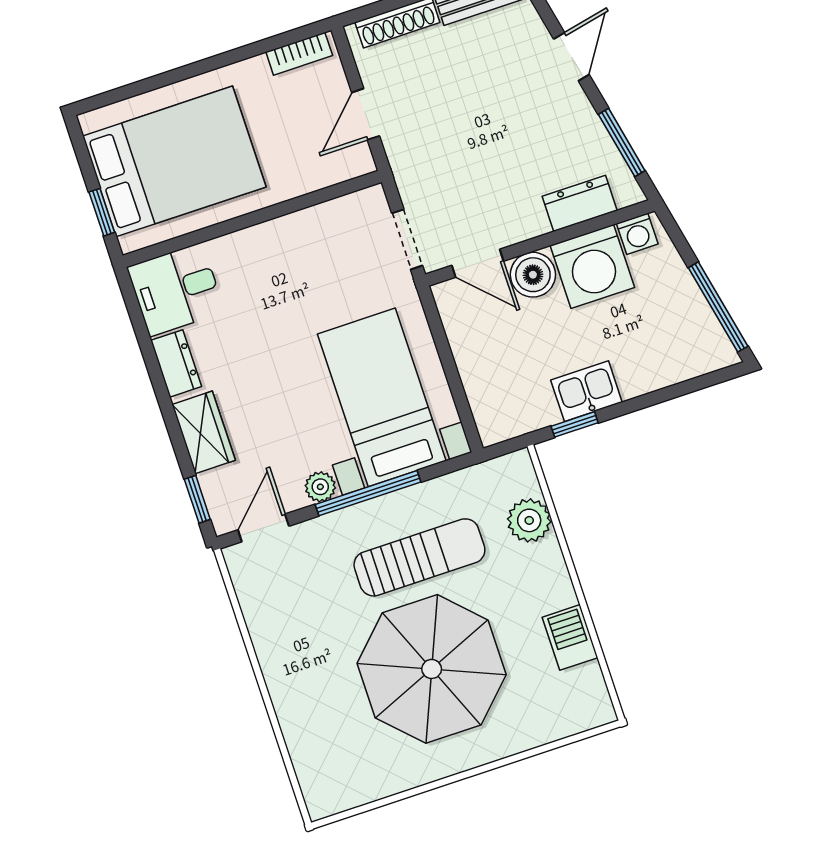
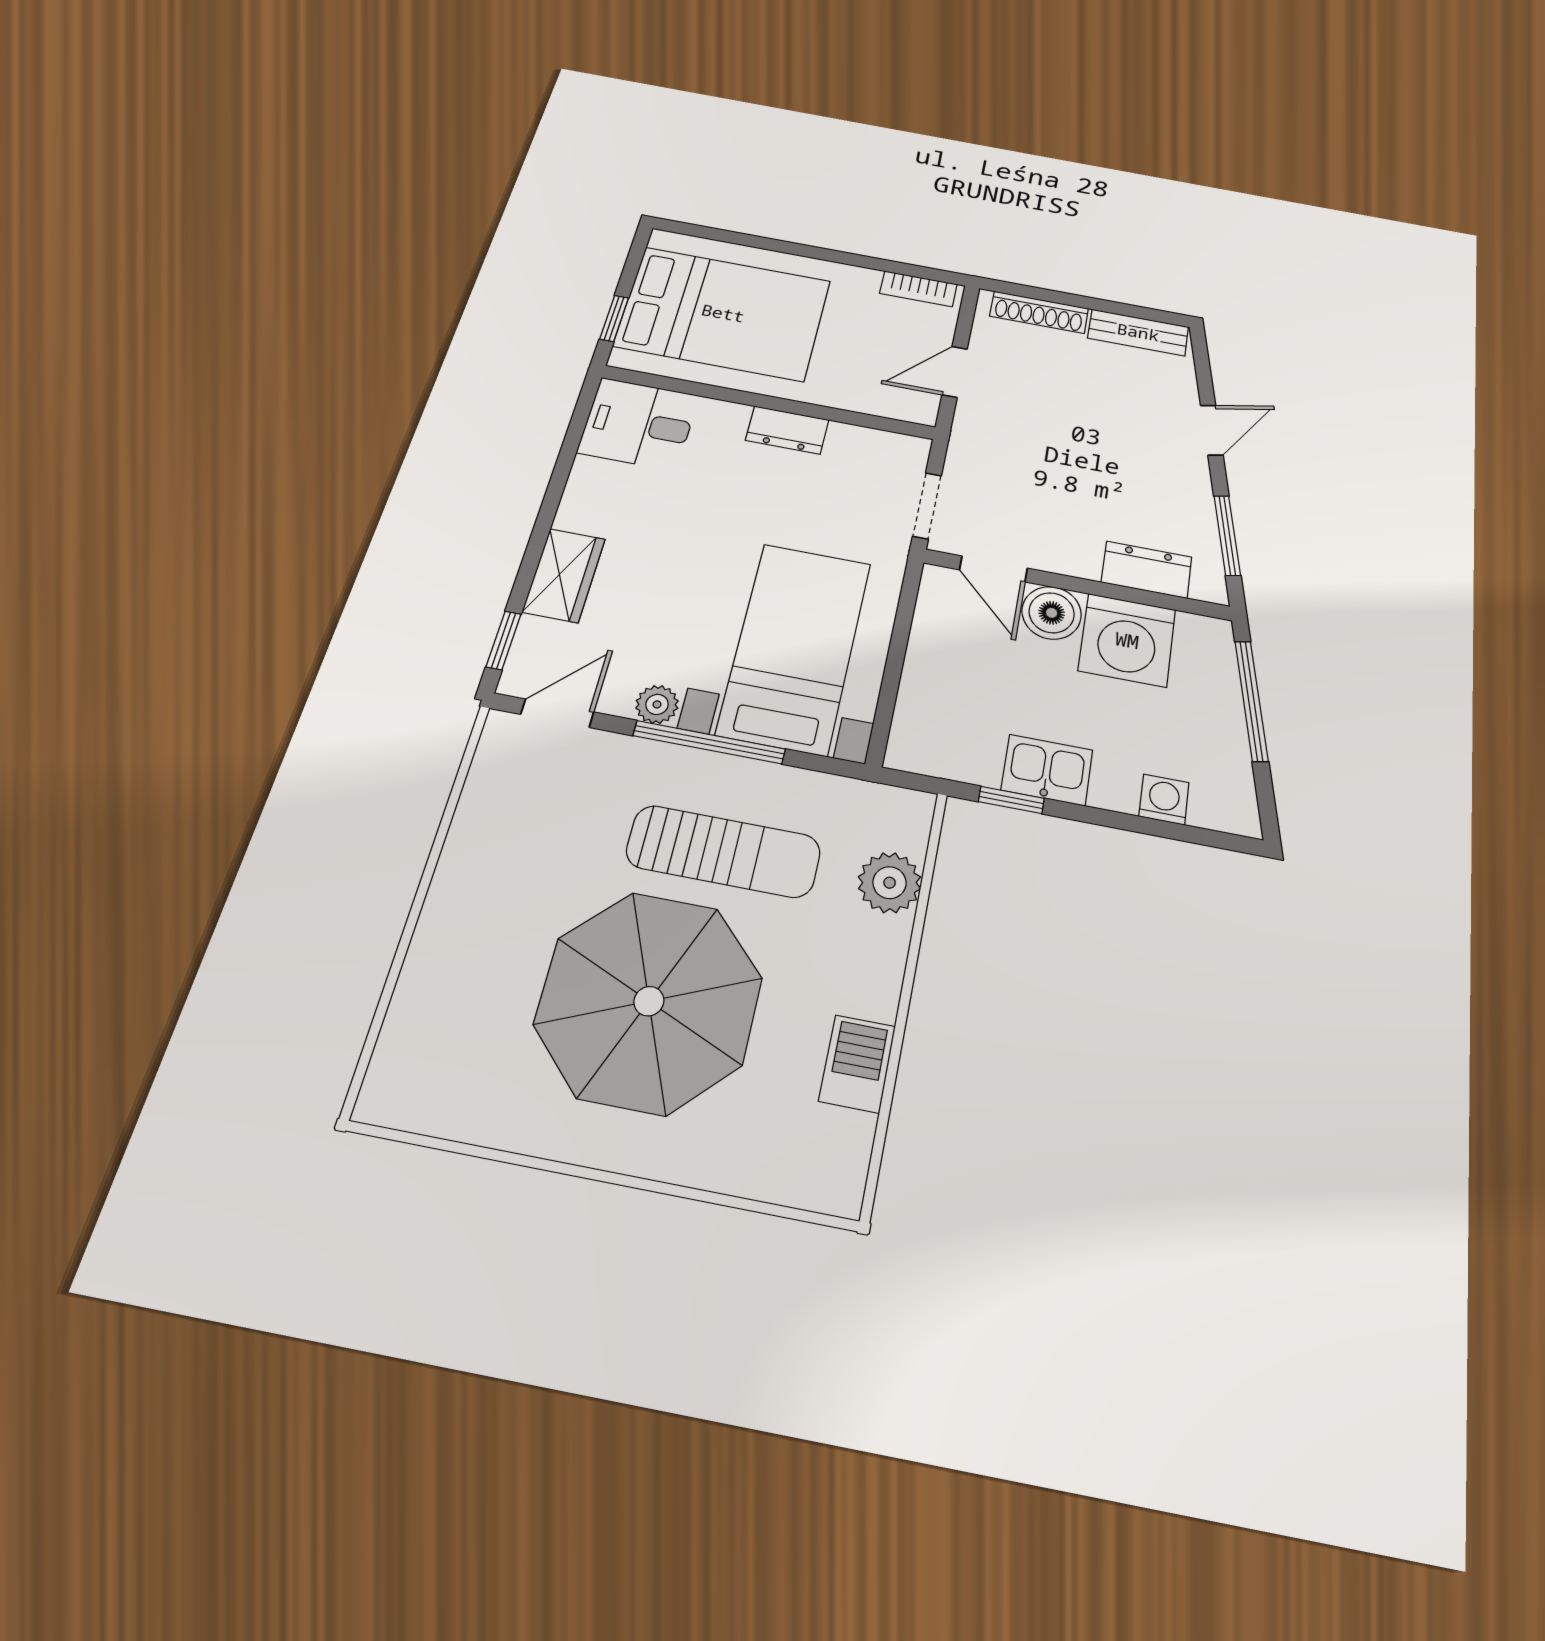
washing machine: (637, 234) -> (1164, 799), moved, turned 180
window: (718, 307) -> (1251, 701), moved
dresser: (176, 363) -> (787, 430), moved, turned 90

